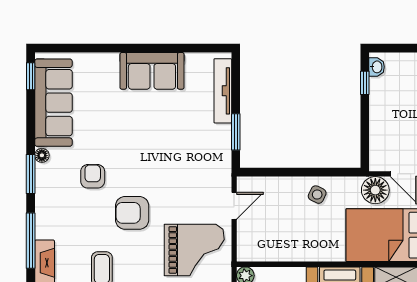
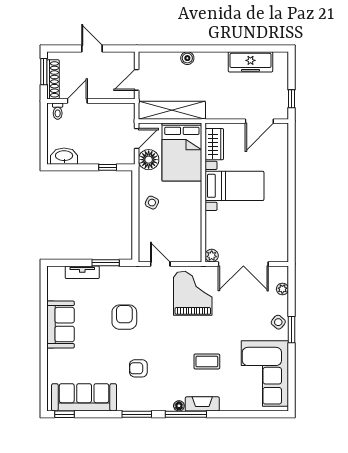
washbasin: (377, 67) -> (64, 156), width x1.91, depth x1.45
window: (365, 83) -> (108, 167), moved
tv unit: (223, 91) -> (82, 272), width x0.71
floor lamp: (42, 155) -> (179, 406), moved
armchair: (132, 213) -> (124, 317), moved, turned 180

